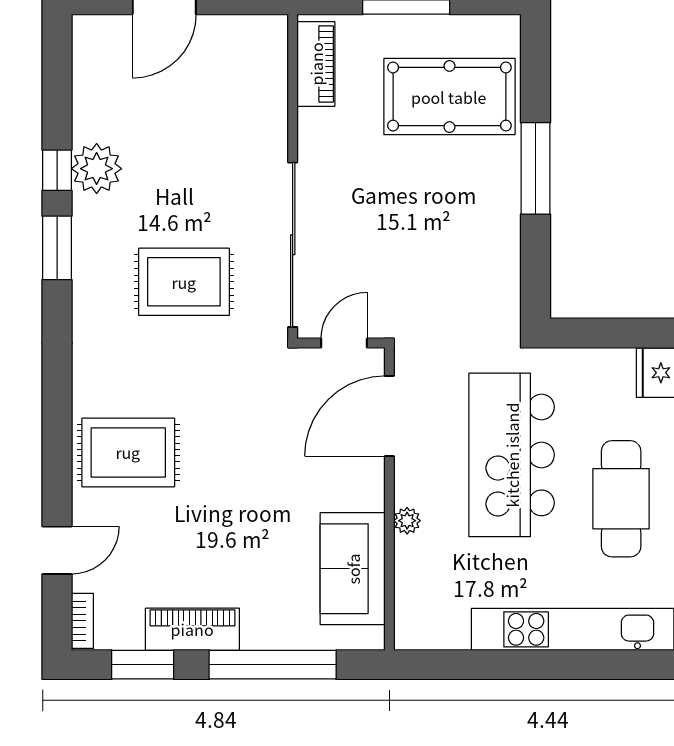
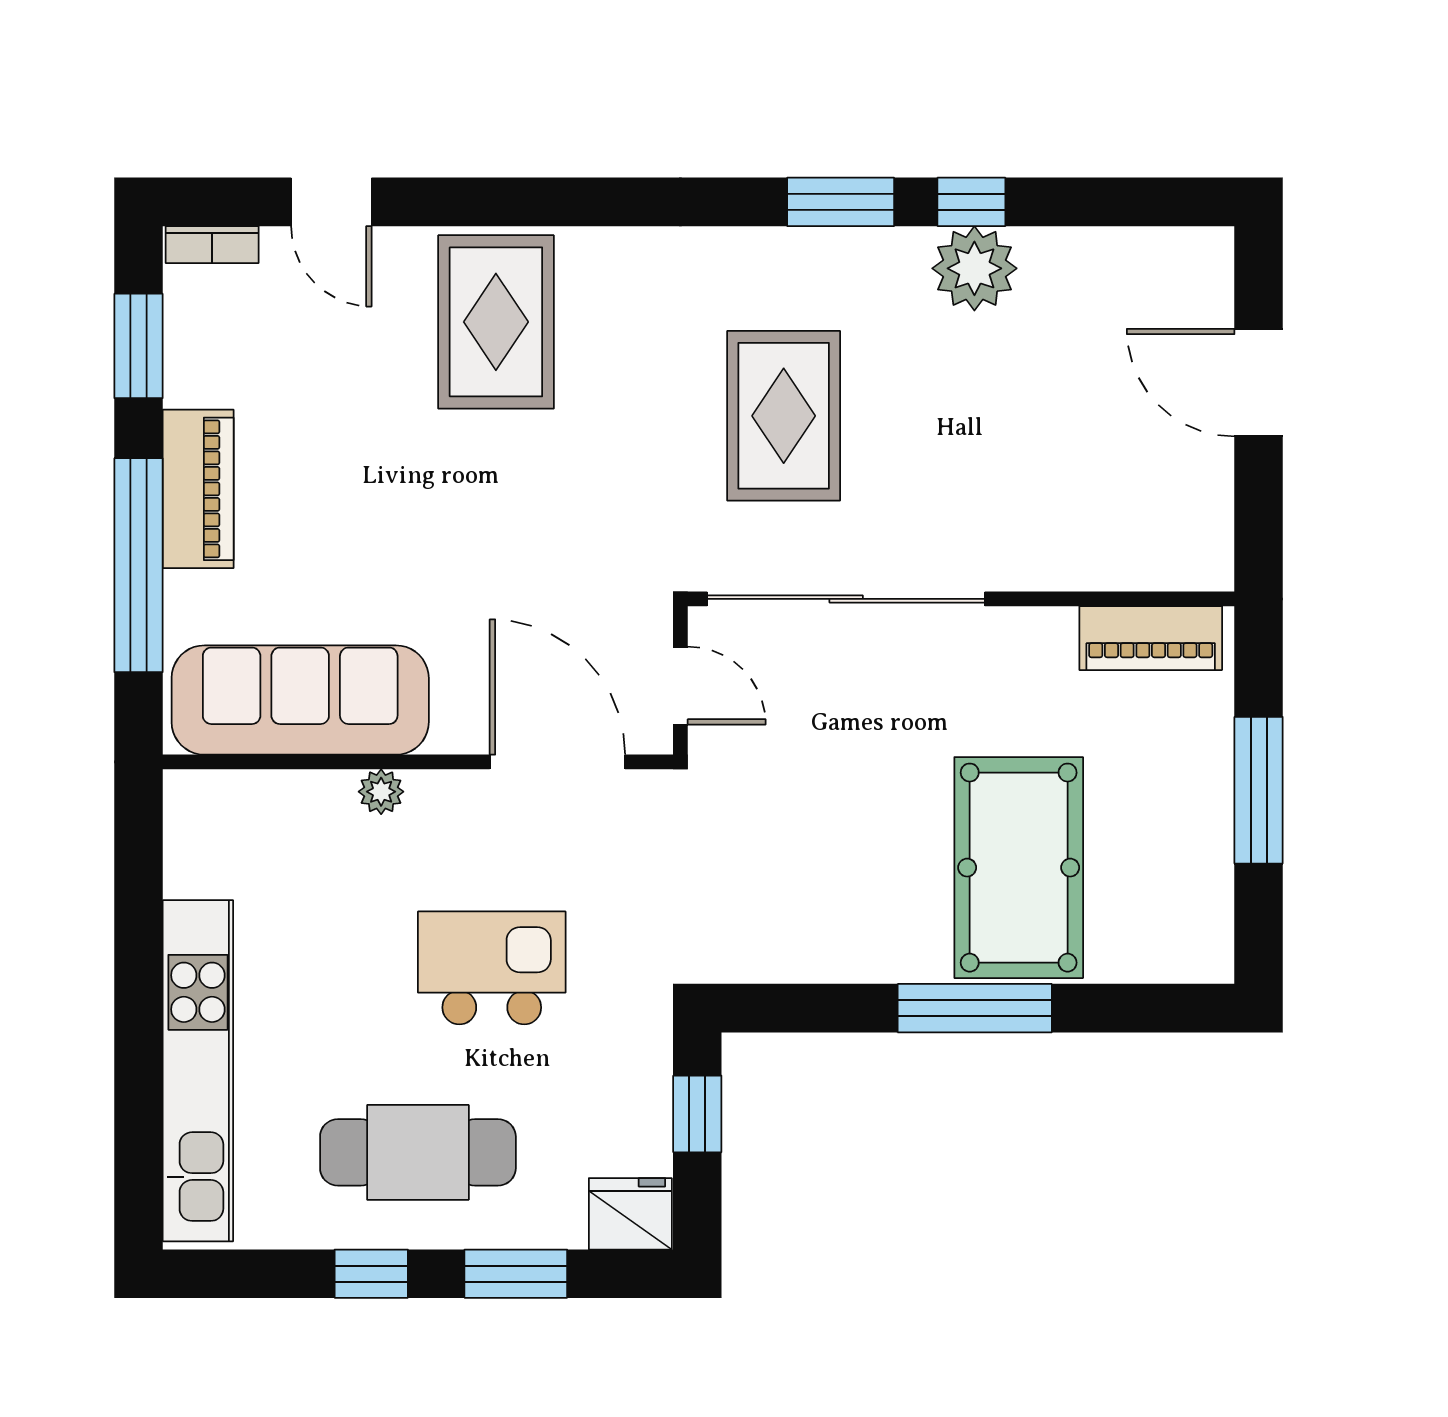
pool table: (449, 97) -> (1019, 868), moved
window: (598, 333) -> (697, 1114), added
kitchen island: (512, 455) -> (492, 968), width x0.54, depth x0.78
sofa: (353, 569) -> (300, 700), width x1.36
piano: (192, 629) -> (198, 489), moved

